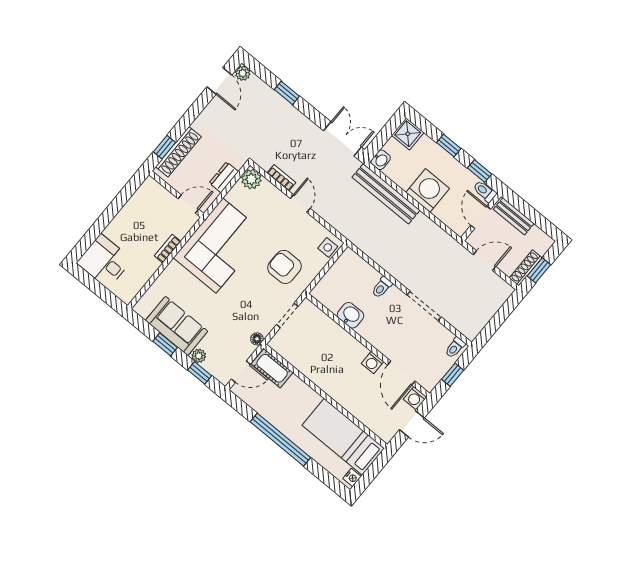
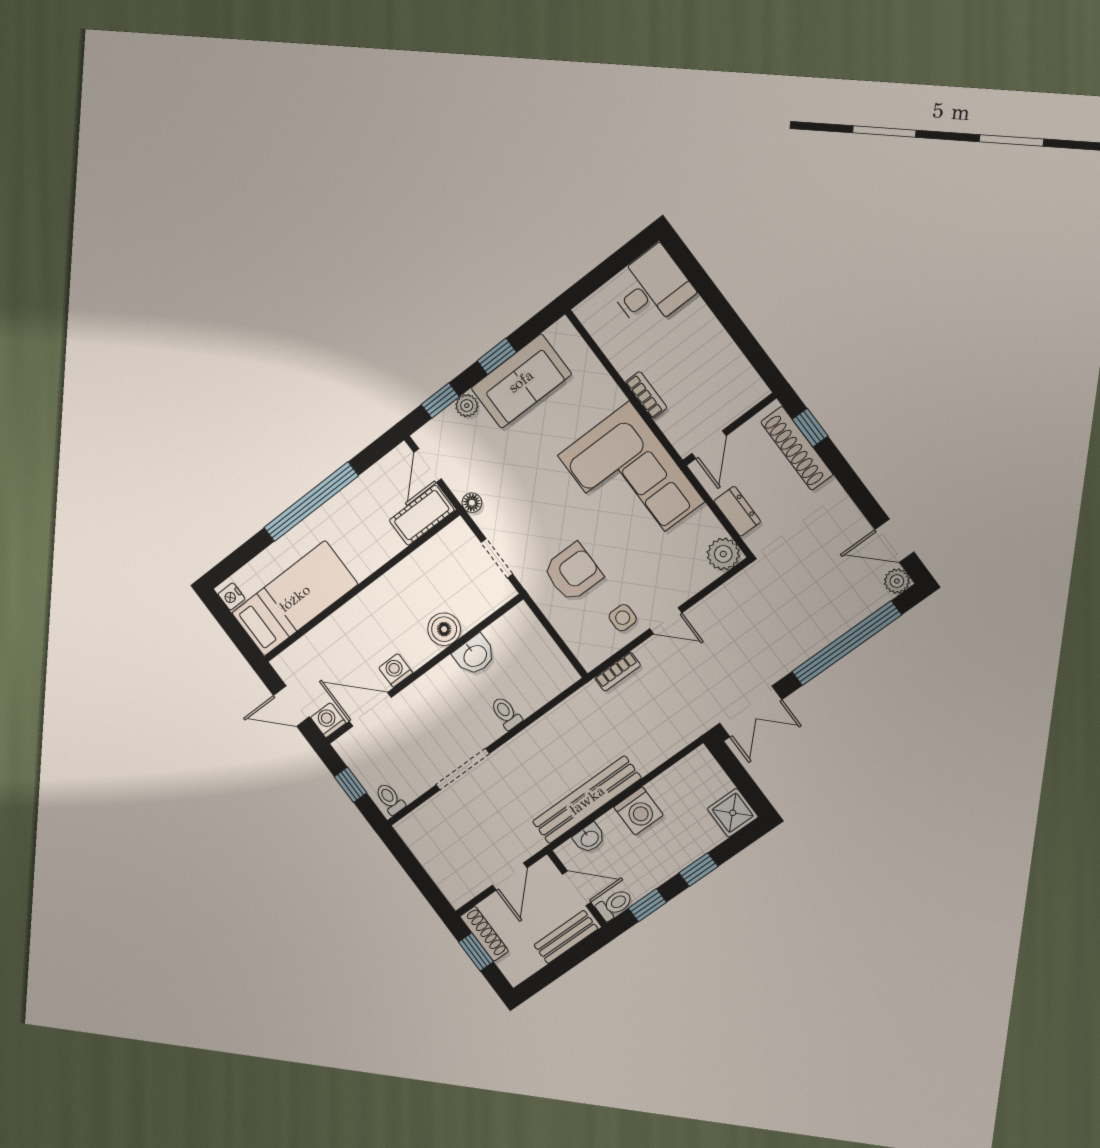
window: (287, 93) -> (846, 643), width x3.17
washbasin: (381, 160) -> (589, 838), moved, turned -90
bookcase: (281, 178) -> (618, 672), moved
washing machine: (428, 190) -> (639, 811), width x0.73, depth x0.73
bench: (386, 194) -> (587, 800), moved
side table: (328, 247) -> (623, 618), moved
boiler: (339, 338) -> (444, 629), added
door: (412, 424) -> (291, 706), hinge flipped

